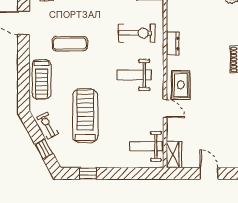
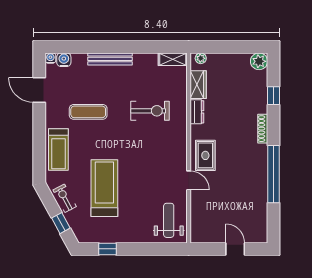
exercise bike: (137, 33) -> (150, 111), moved
weight bench: (134, 75) -> (156, 145), removed
weight bench: (146, 146) -> (169, 220), turned 90
wardrobe: (174, 155) -> (198, 85), moved

